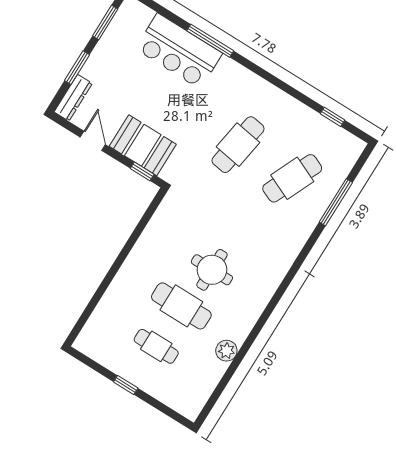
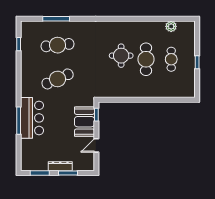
bar counter: (179, 51) -> (32, 118), moved
dresser: (73, 98) -> (60, 166), moved
cafe table: (238, 145) -> (58, 79), turned -33
cafe table: (292, 178) -> (58, 45), turned -30
plant: (226, 351) -> (171, 26), moved

